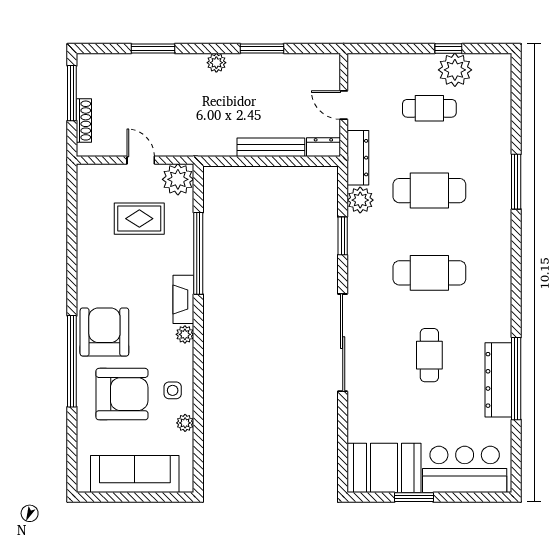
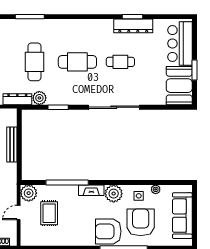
dresser: (323, 147) -> (12, 117), removed
cafe table: (429, 273) -> (77, 62), turned 90
plant: (185, 334) -> (114, 194), width x1.88, depth x1.88
window: (516, 379) -> (133, 17), width x0.47

